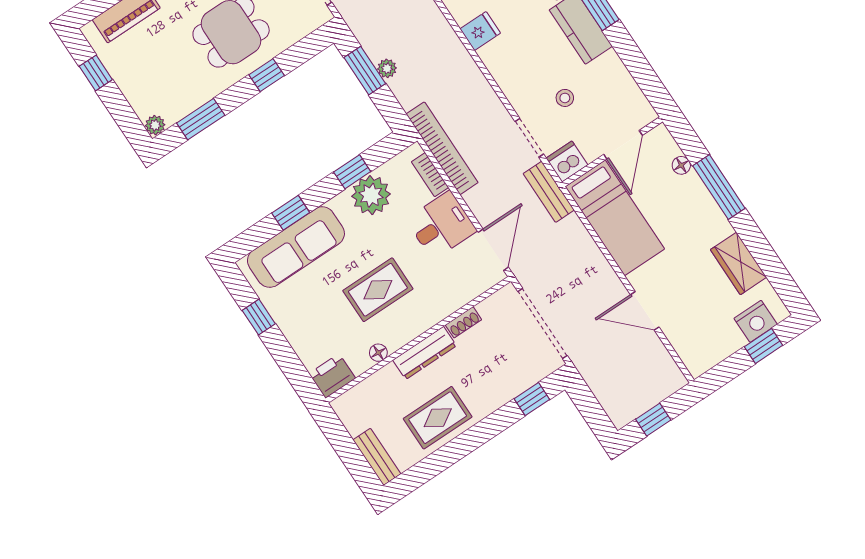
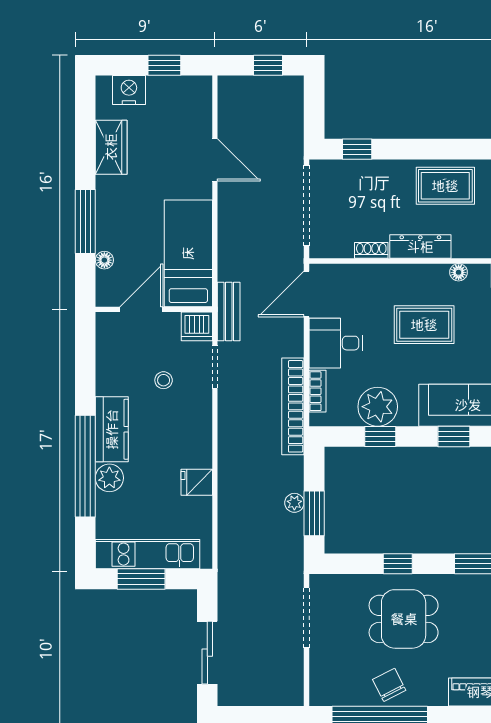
window: (763, 346) -> (164, 65), moved

